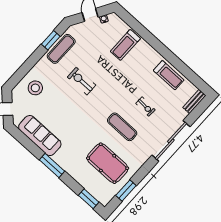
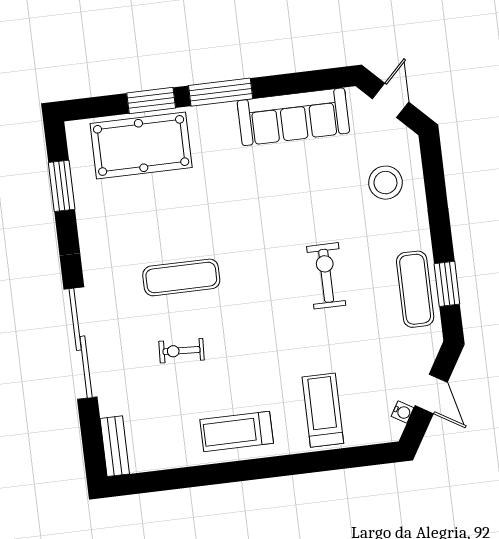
treadmill: (169, 75) -> (237, 431), moved
exercise bike: (82, 81) -> (326, 276), turned -90
pool table: (108, 163) -> (141, 145), moved
window: (89, 199) -> (151, 100), moved

